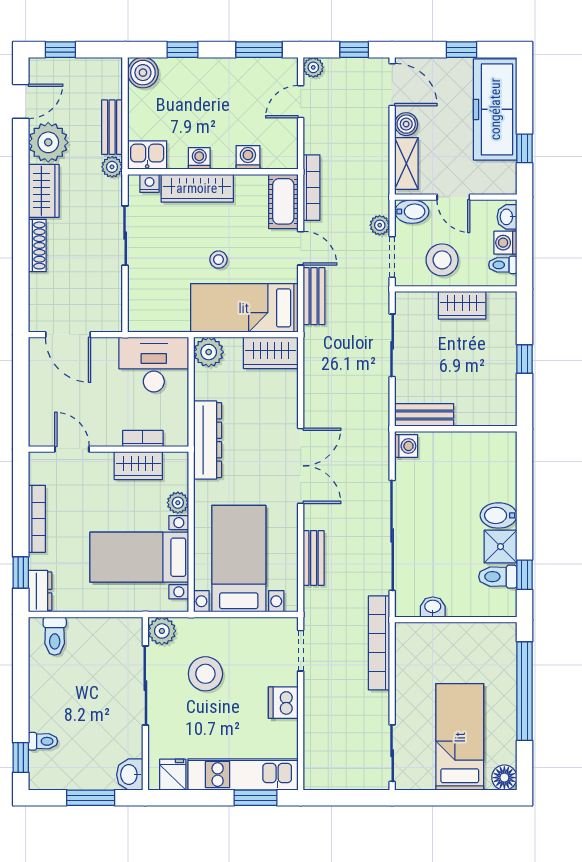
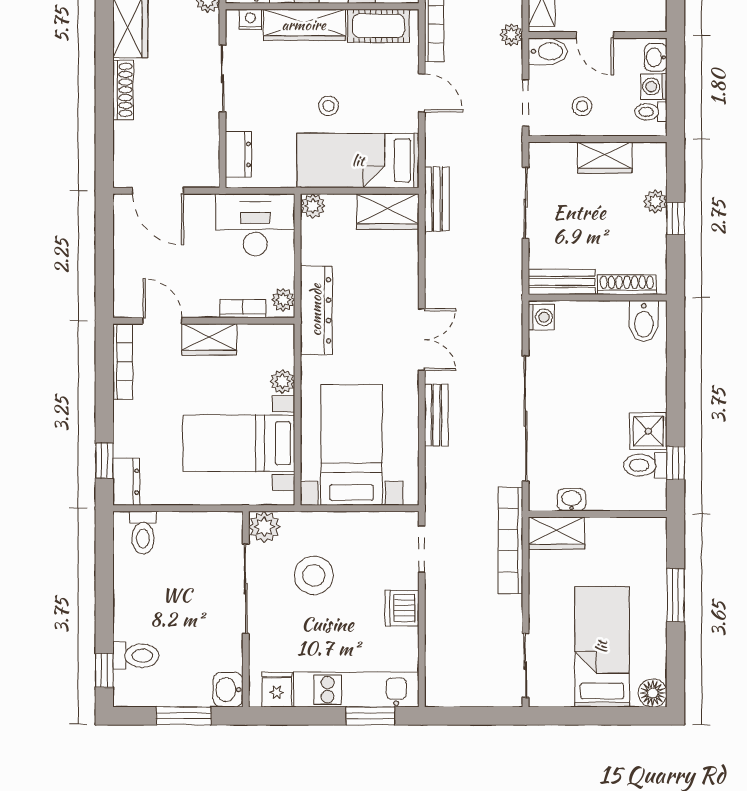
cot: (283, 201) -> (378, 26), moved, turned 90
plant: (380, 225) -> (511, 35), moved
stool: (442, 260) -> (582, 106), width x0.53, depth x0.53
bench: (314, 296) -> (437, 199), moved
dresser: (139, 303) -> (238, 154), added
plant: (507, 344) -> (655, 201), added
plant: (209, 352) -> (313, 206), width x0.73, depth x0.73
shoe rack: (482, 417) -> (627, 285), added
plant: (178, 431) -> (283, 300), added
wardrobe: (138, 466) -> (209, 339), moved
double door: (301, 466) -> (422, 340), width x0.73
bidet: (499, 515) -> (644, 321), moved, turned -90
bookcase: (37, 519) -> (123, 361), moved
bench: (314, 558) -> (436, 415), moved
wardrobe: (419, 636) -> (556, 533), added
window: (525, 691) -> (676, 595), width x0.47
toilet: (43, 741) -> (136, 656), width x1.37, depth x1.39

